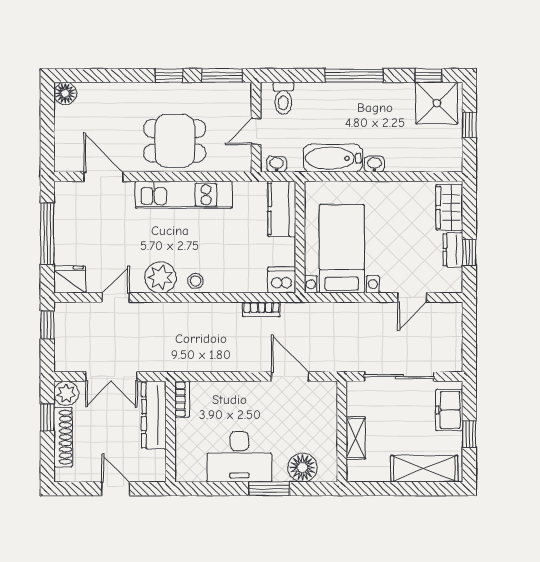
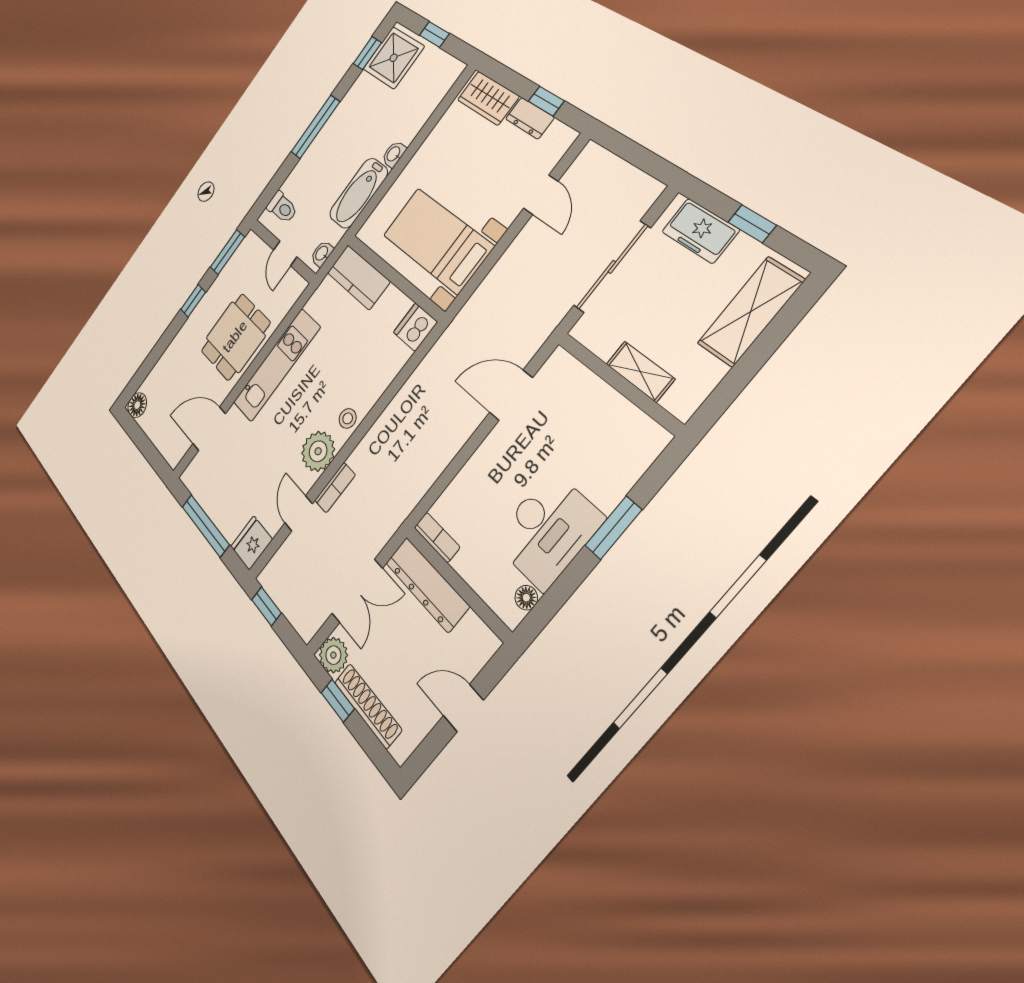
bookcase: (261, 309) -> (335, 488), moved
floor lamp: (303, 468) -> (526, 598), moved, width x0.53, depth x0.53

